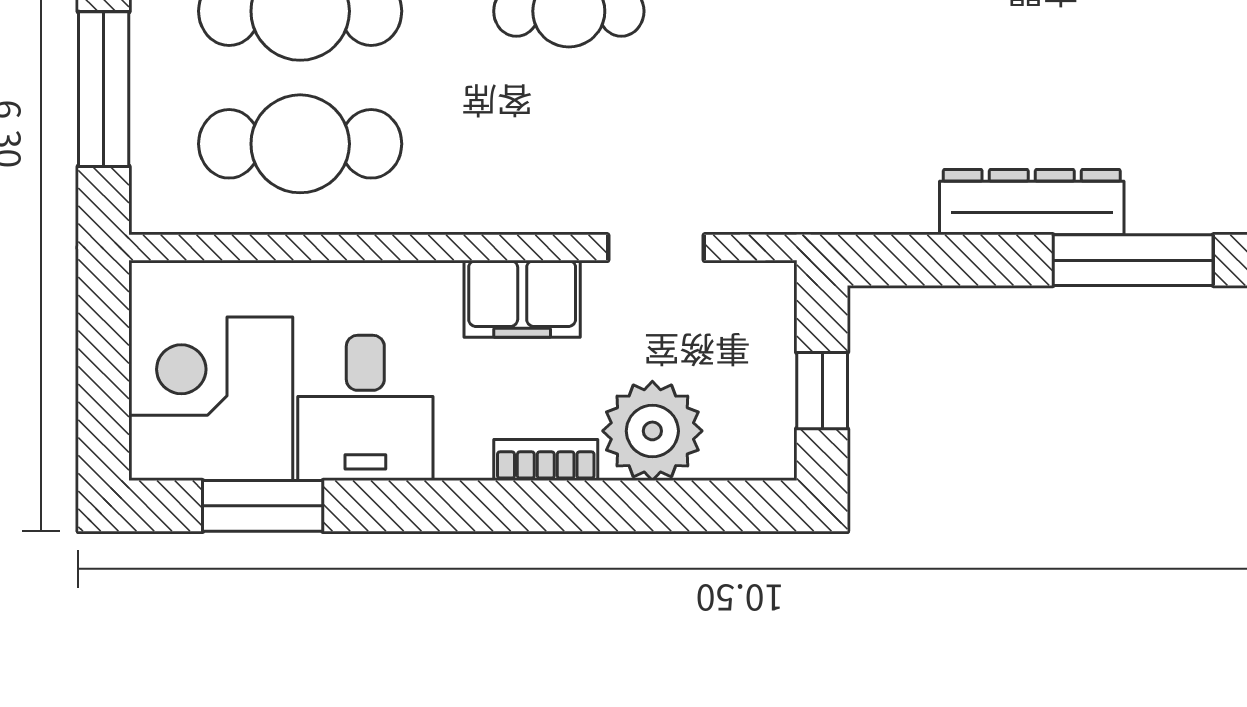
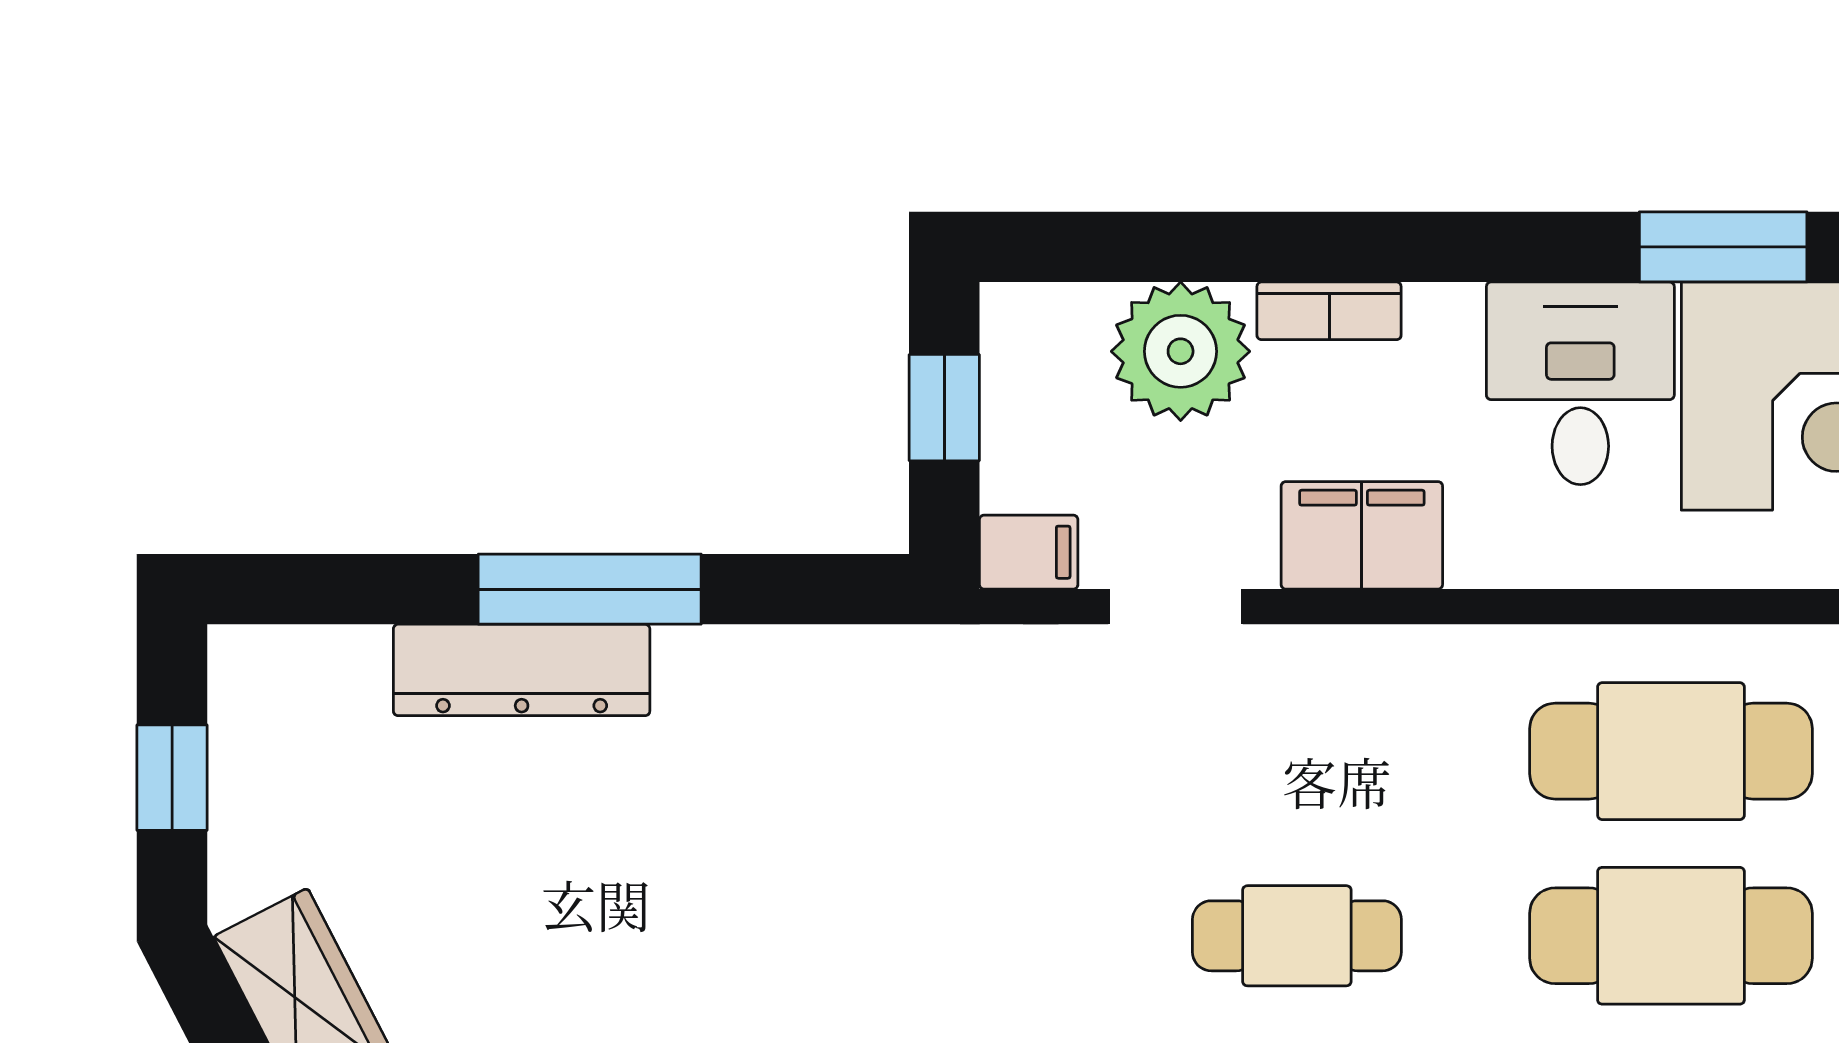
dresser: (1032, 202) -> (522, 670), moved
window: (1133, 260) -> (590, 589), moved
filing cabinet: (761, 287) -> (1029, 552), added

